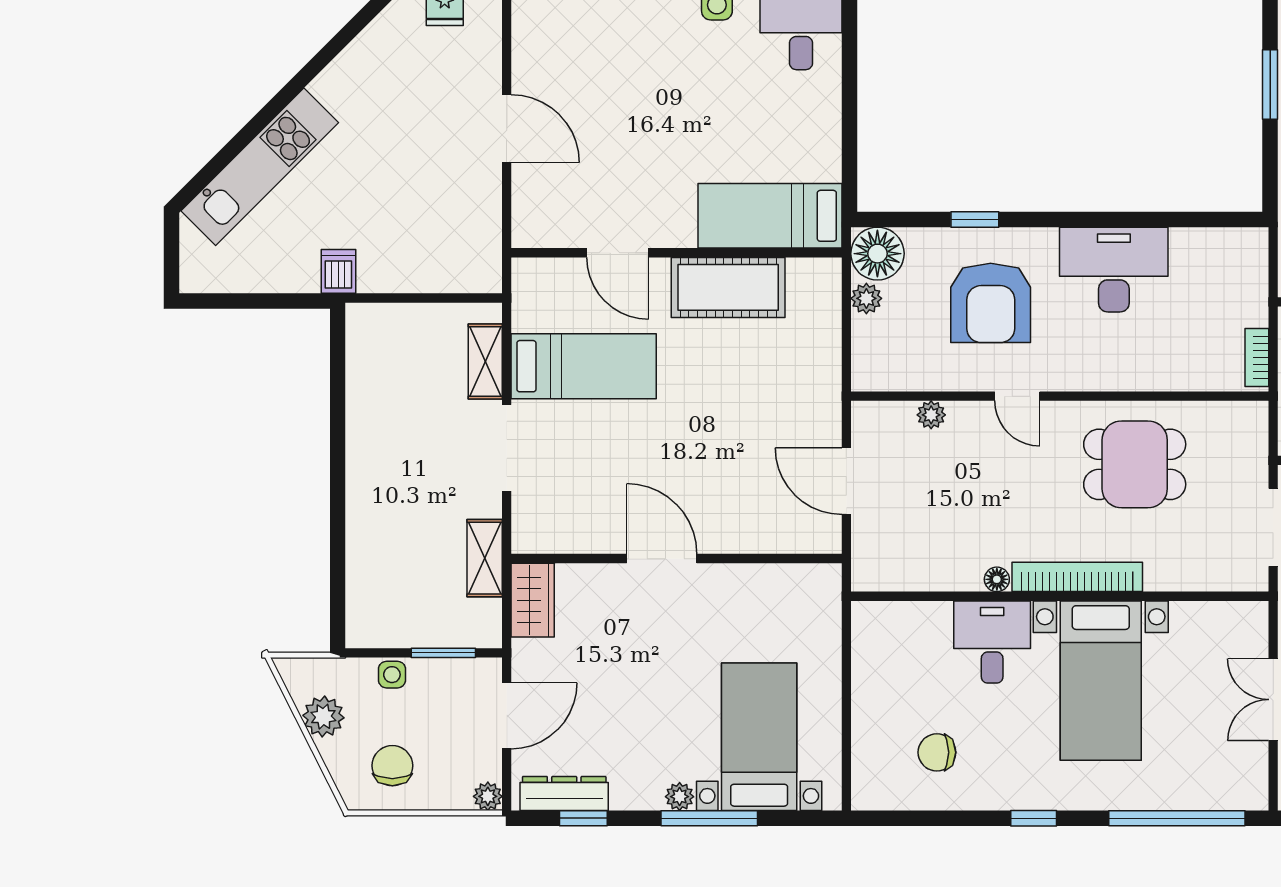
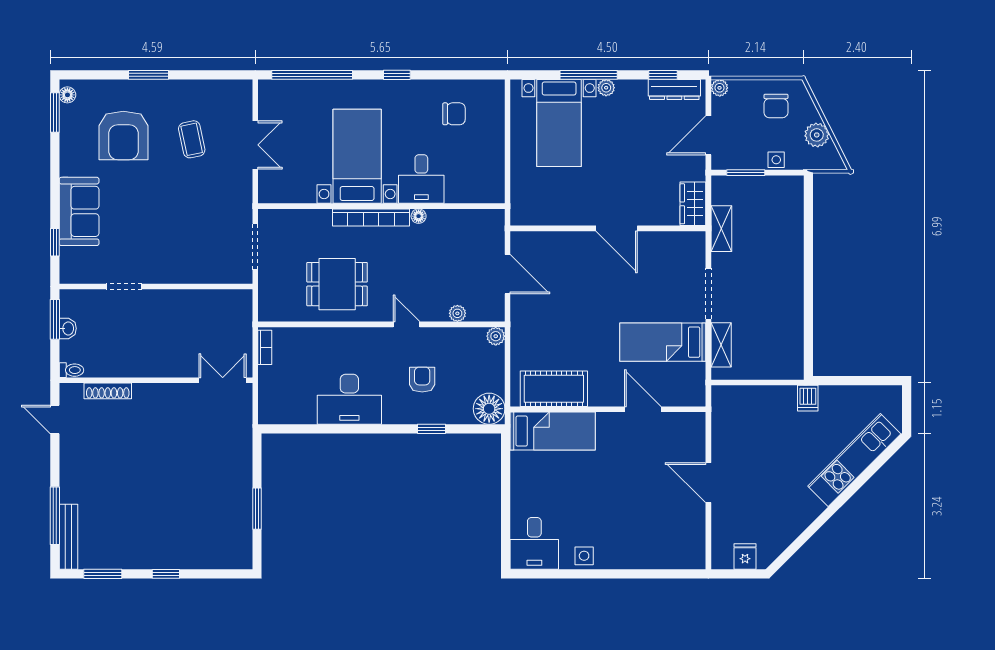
cot: (728, 287) -> (554, 389), moved
plant: (866, 298) -> (496, 336), moved
armchair: (991, 303) -> (422, 380), width x0.53, depth x0.53

